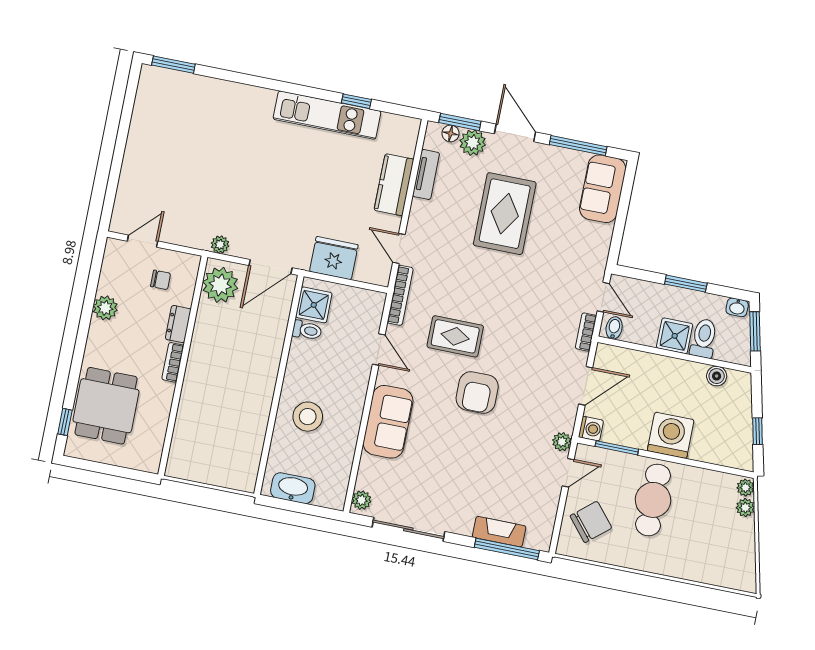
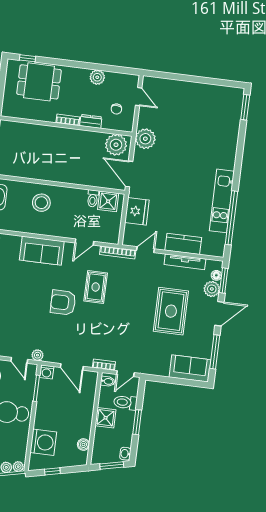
window: (356, 101) -> (231, 218), width x3.17
tv unit: (426, 174) -> (185, 262), width x1.41
rug: (505, 214) -> (171, 311), turned 90
plant: (220, 245) -> (145, 139), width x1.88, depth x1.88
toilet: (704, 338) -> (125, 402), moved, turned 180
washing machine: (671, 435) -> (43, 442), moved

